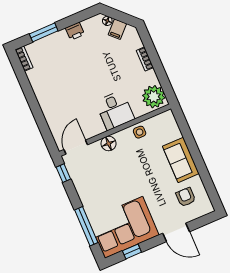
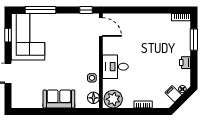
floor lamp: (109, 143) -> (93, 98), moved
armchair: (186, 197) -> (31, 91), removed

